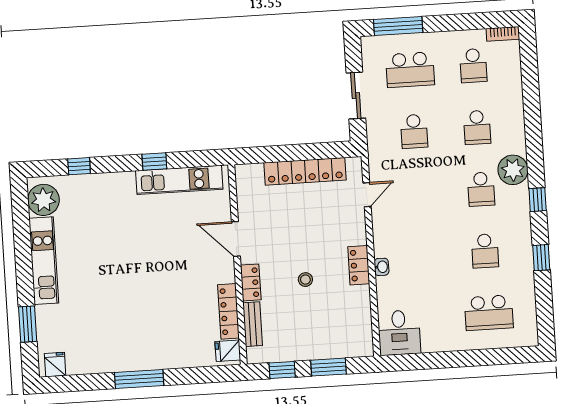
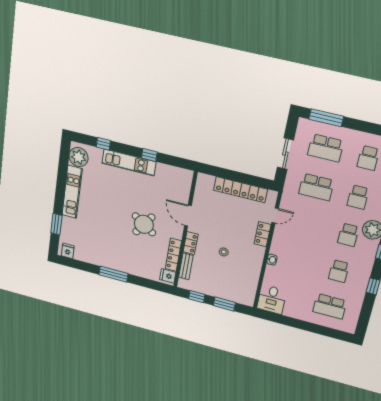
school desk: (414, 131) -> (316, 187), width x1.85
kitchen unit: (179, 180) -> (129, 163), moved
locker: (359, 265) -> (263, 234), moved
round table: (170, 276) -> (144, 224), added

